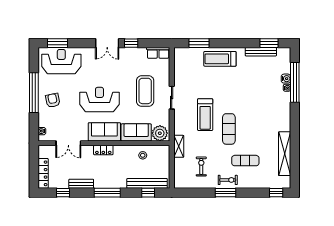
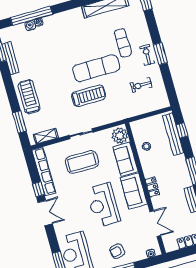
row of seats: (158, 53) -> (44, 171), width x2.02
treadmill: (220, 59) -> (29, 97), turned 180
exercise mat: (229, 129) -> (96, 68), width x1.36, depth x1.45
shelving: (179, 146) -> (46, 136), moved

